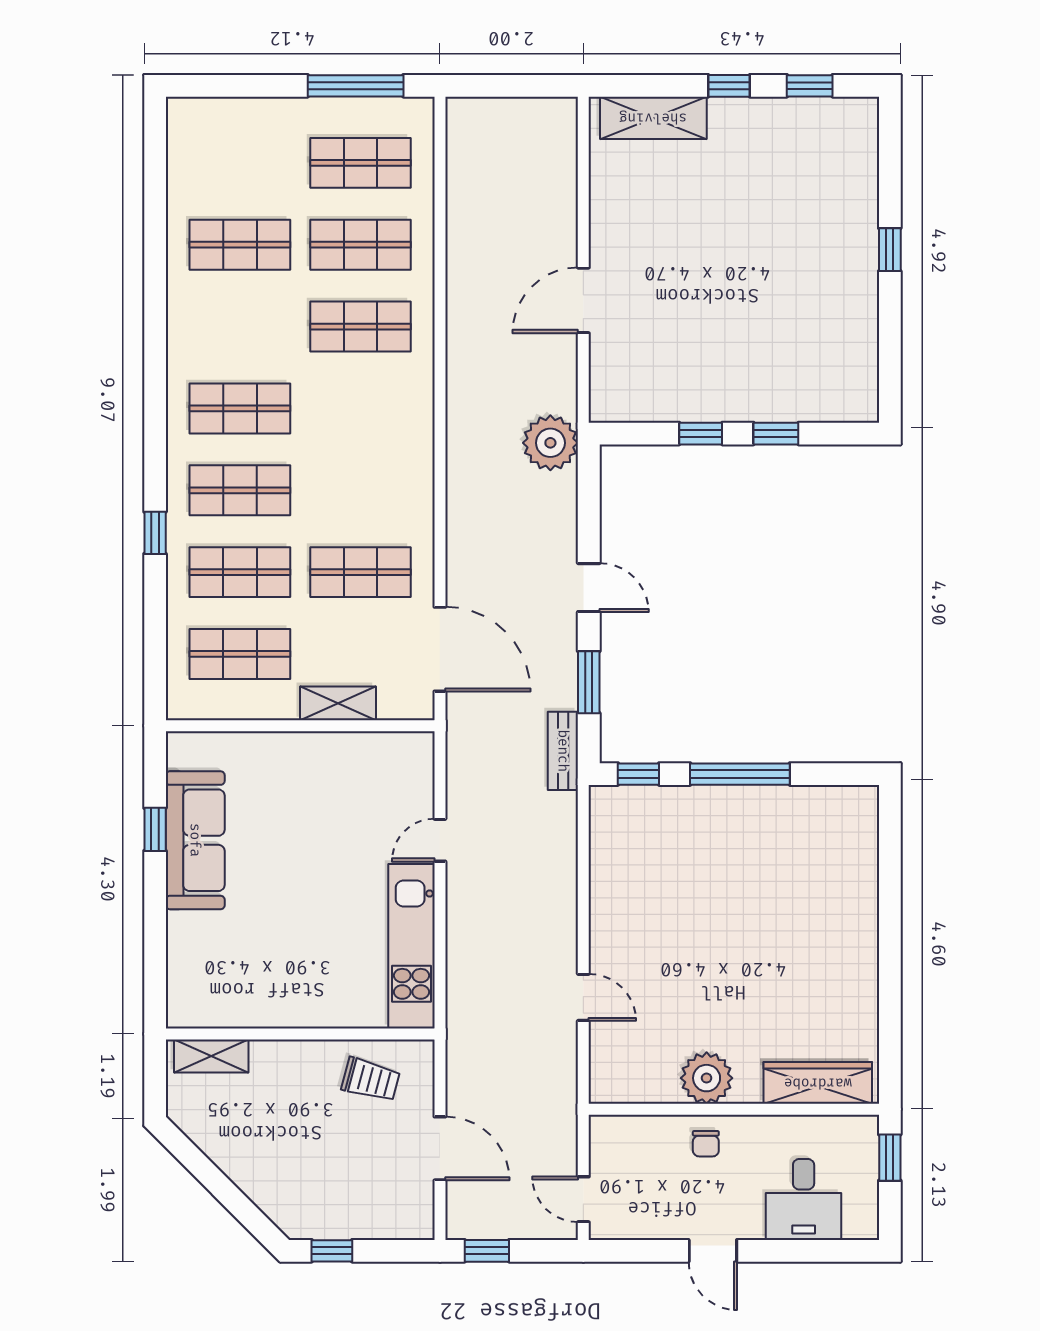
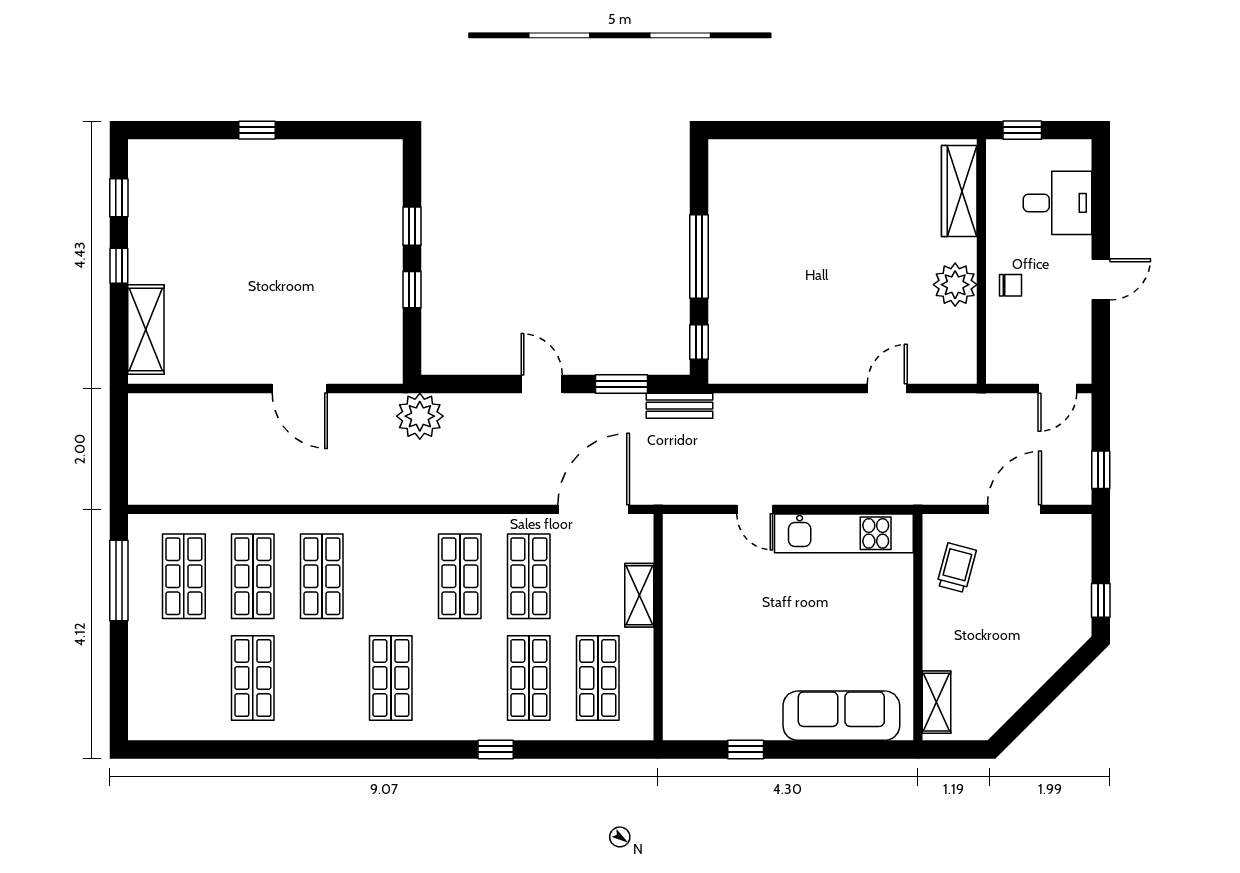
shop shelf: (240, 490) -> (460, 576), moved
door: (589, 588) -> (542, 384), hinge flipped
sofa: (195, 840) -> (841, 716), moved

